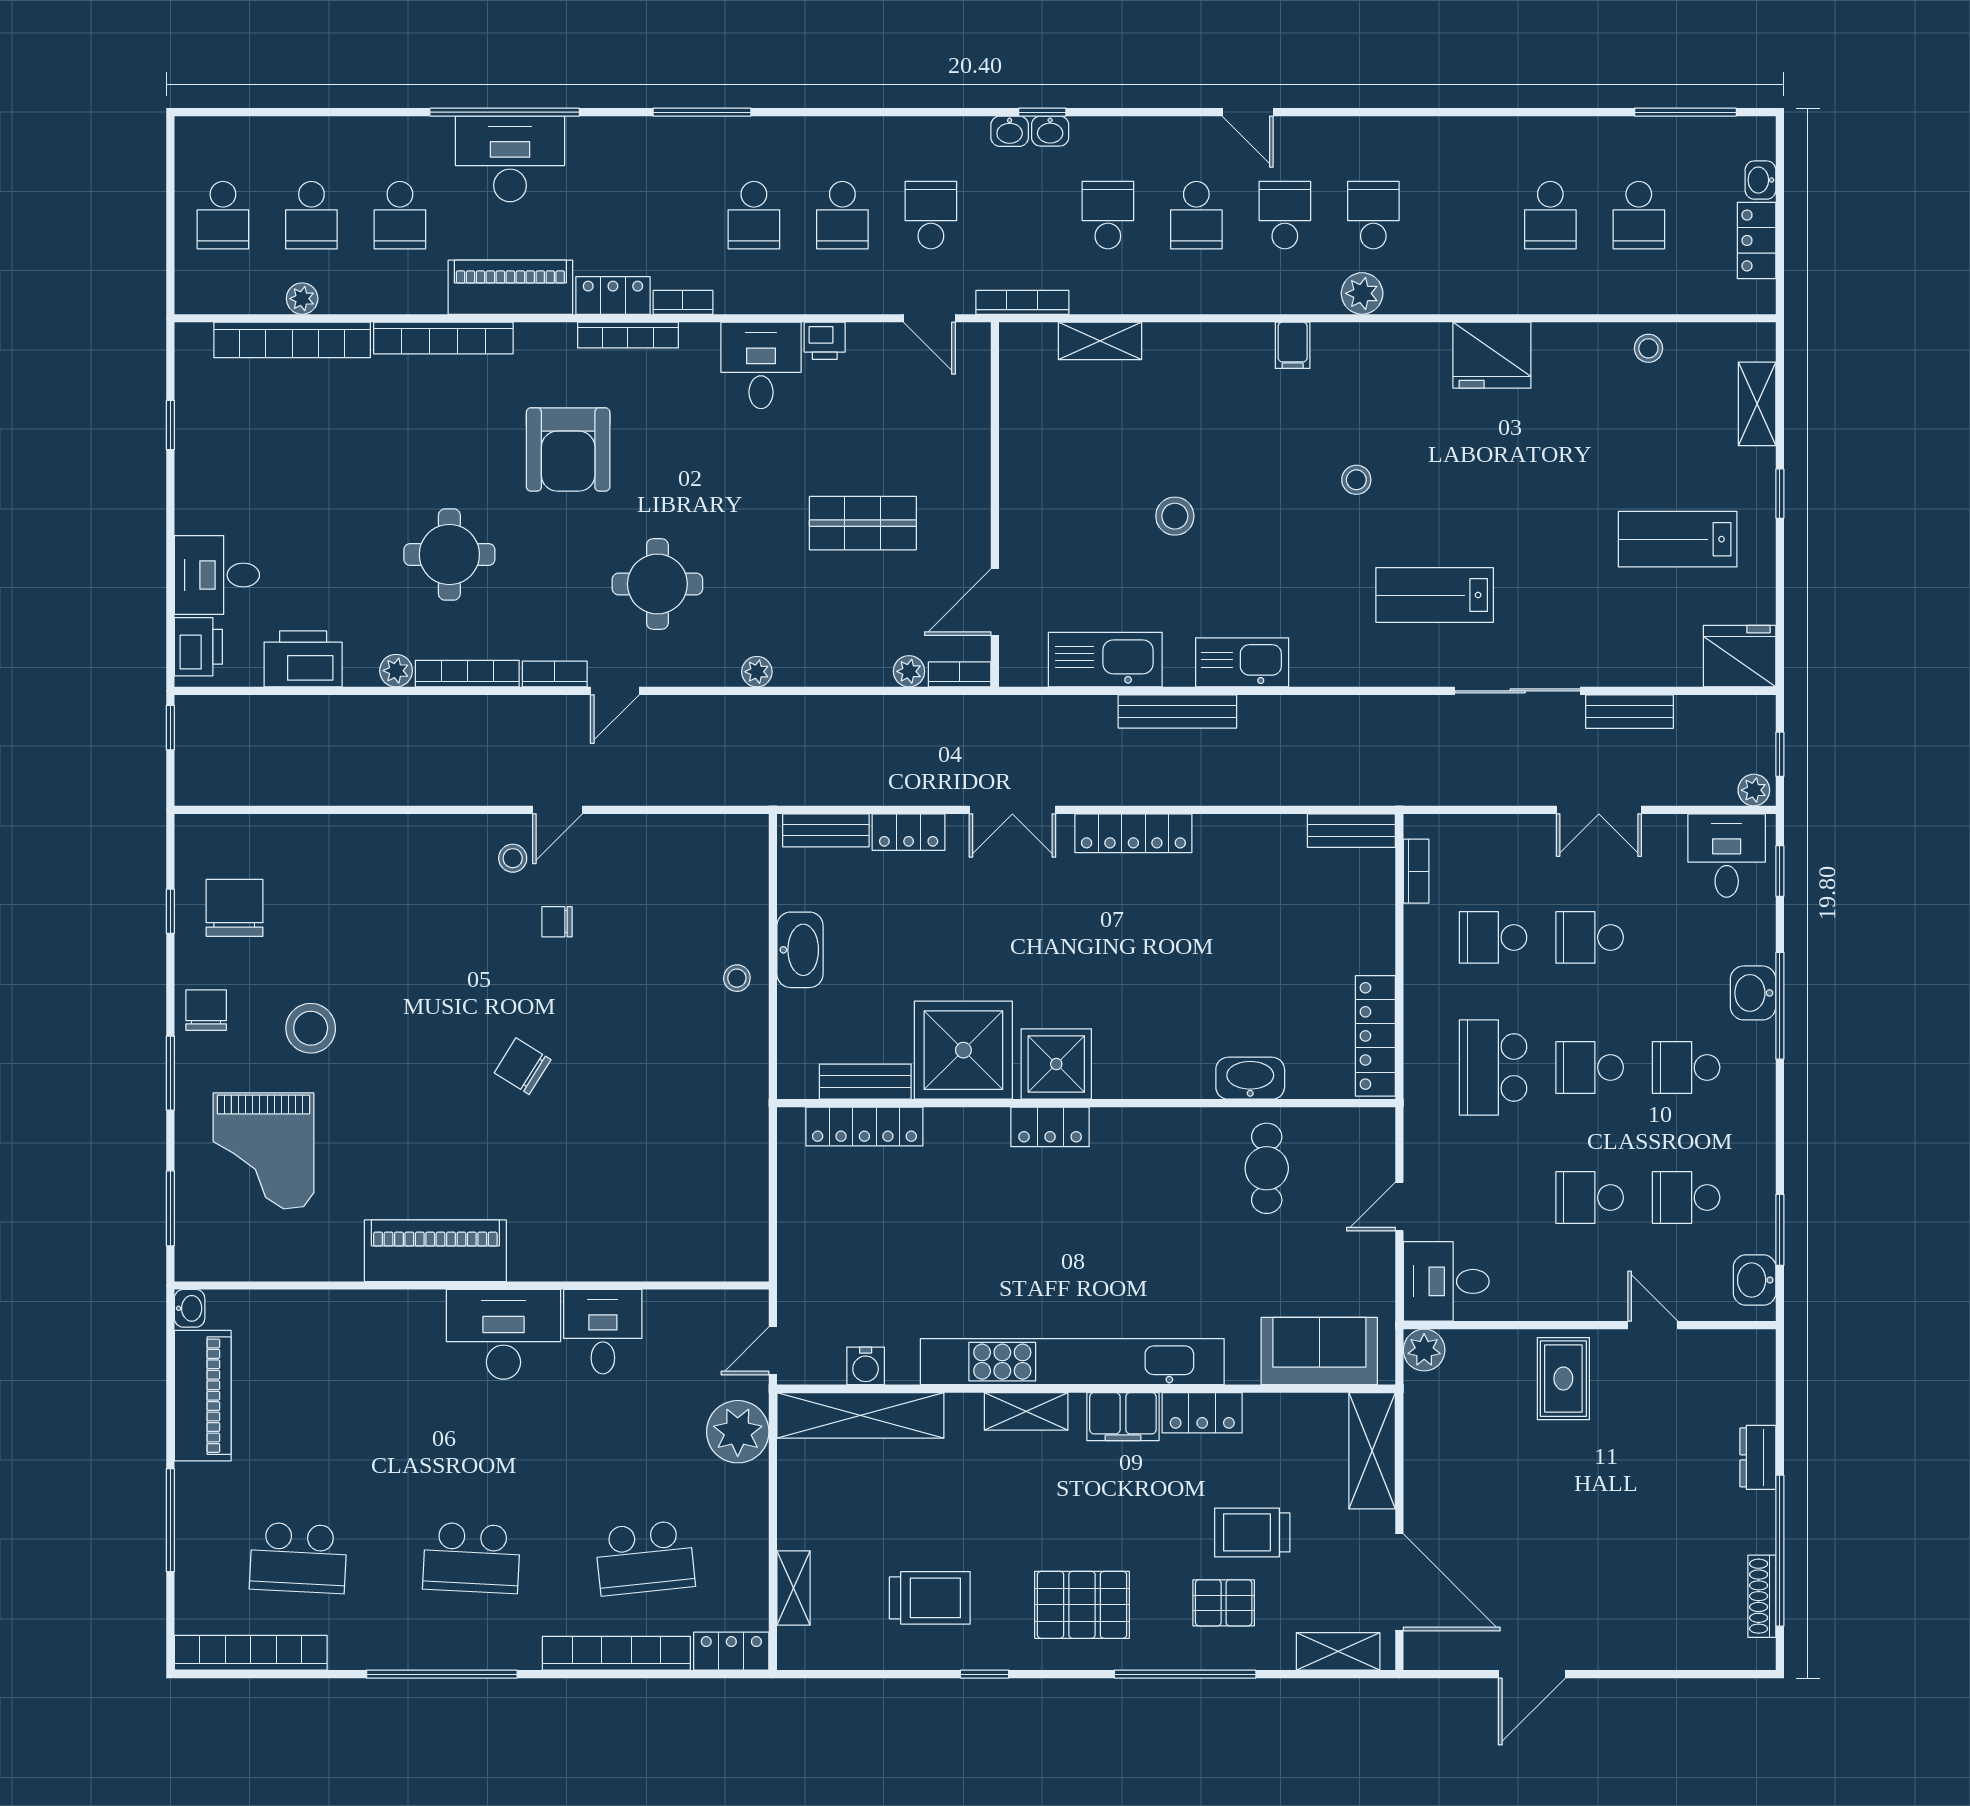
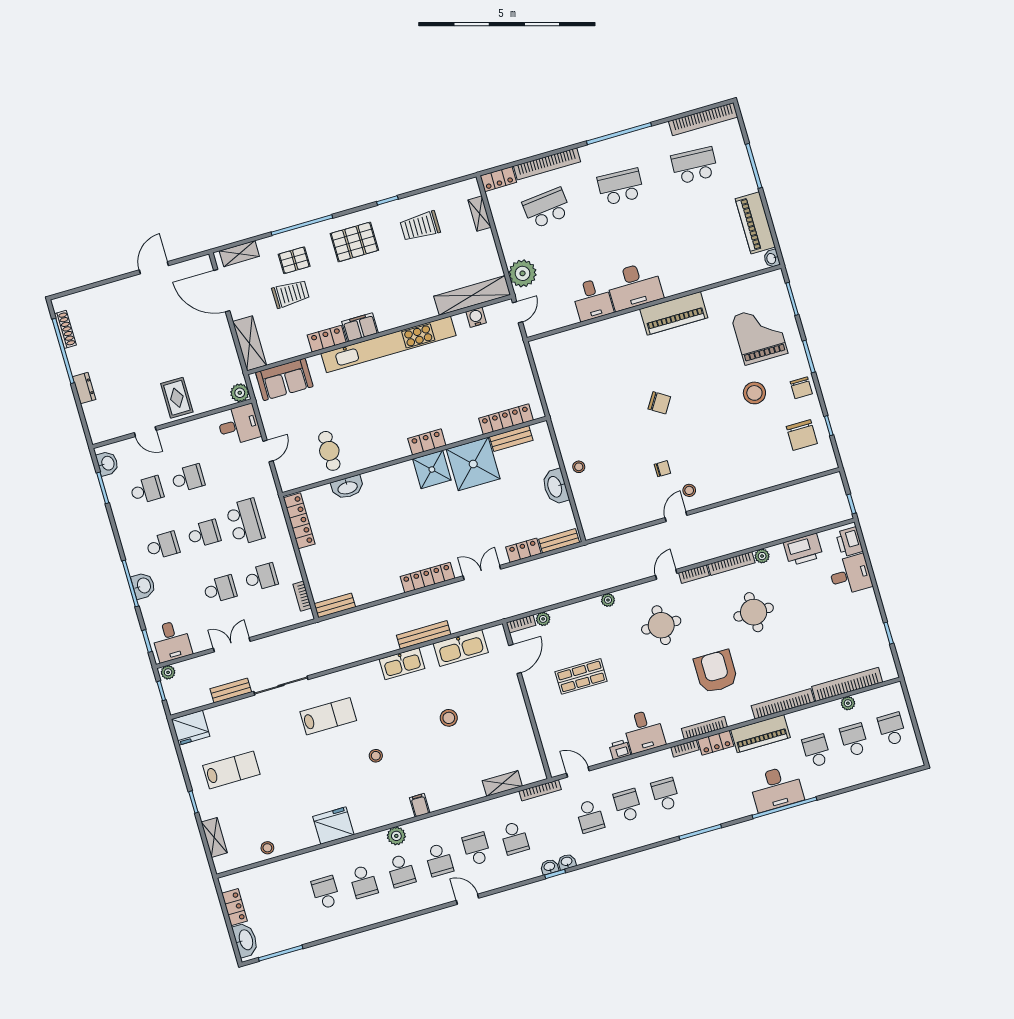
washbasin: (1760, 180) -> (245, 940), width x1.91, depth x1.45
school desk: (1639, 215) -> (363, 882), moved, turned 180
shelving: (1026, 1411) -> (402, 318), removed

